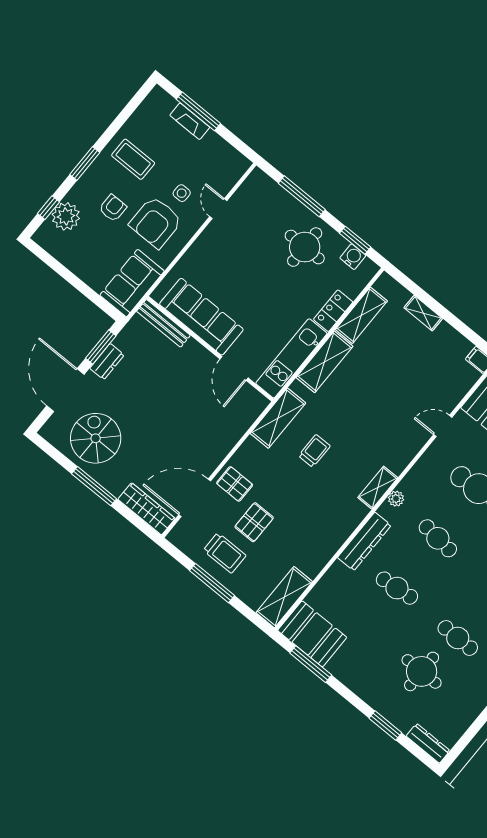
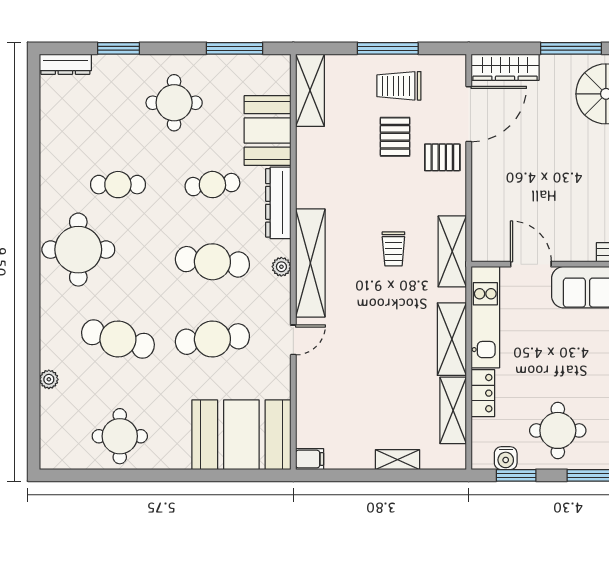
door: (443, 426) -> (293, 340), moved
shelving: (378, 488) -> (310, 263), width x2.20, depth x1.33
cafe table: (438, 538) -> (212, 262), width x1.37, depth x1.35
booth: (312, 634) -> (268, 130), moved, turned 90
round table: (422, 671) -> (174, 103), moved

